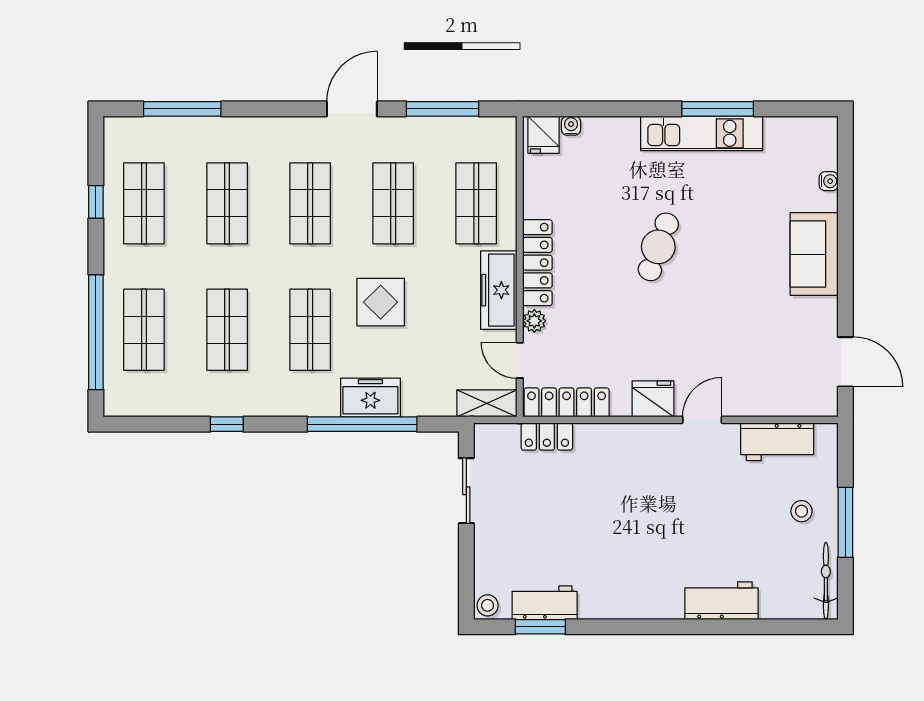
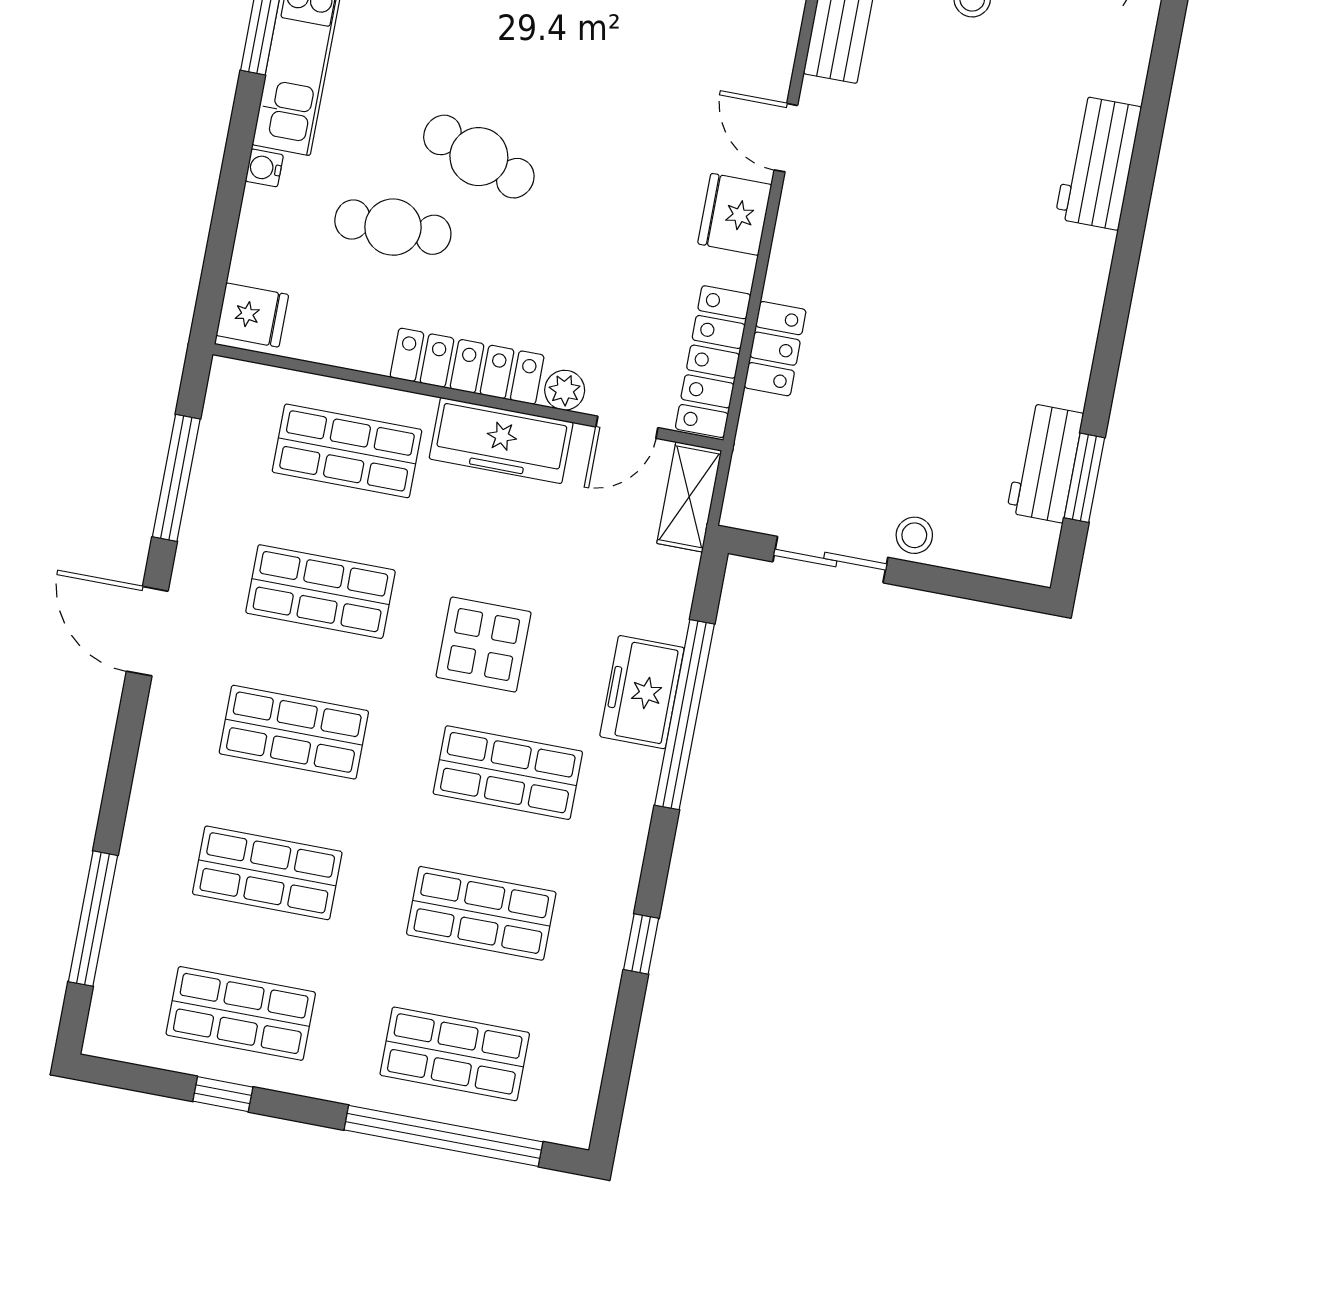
water cooler: (571, 126) -> (264, 168), moved
cafe table: (609, 205) -> (393, 227), added
locker: (547, 436) -> (775, 349), moved
stool: (488, 605) -> (914, 535), moved

